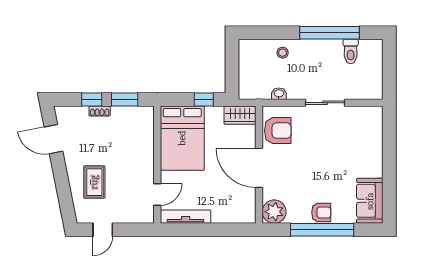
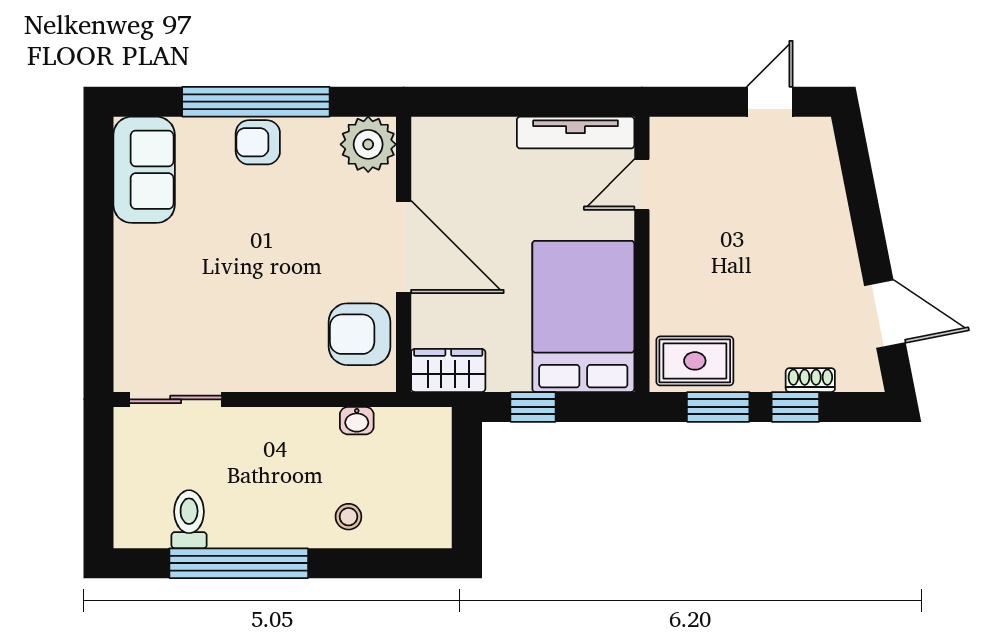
sliding door: (325, 103) -> (176, 399), moved
shoe rack: (100, 111) -> (810, 380), moved
rug: (94, 182) -> (695, 361), moved, turned 90

